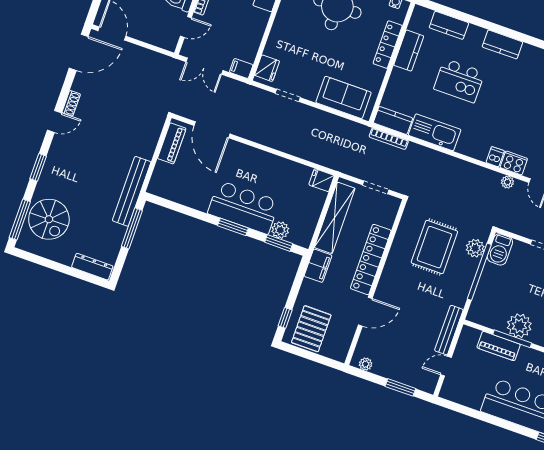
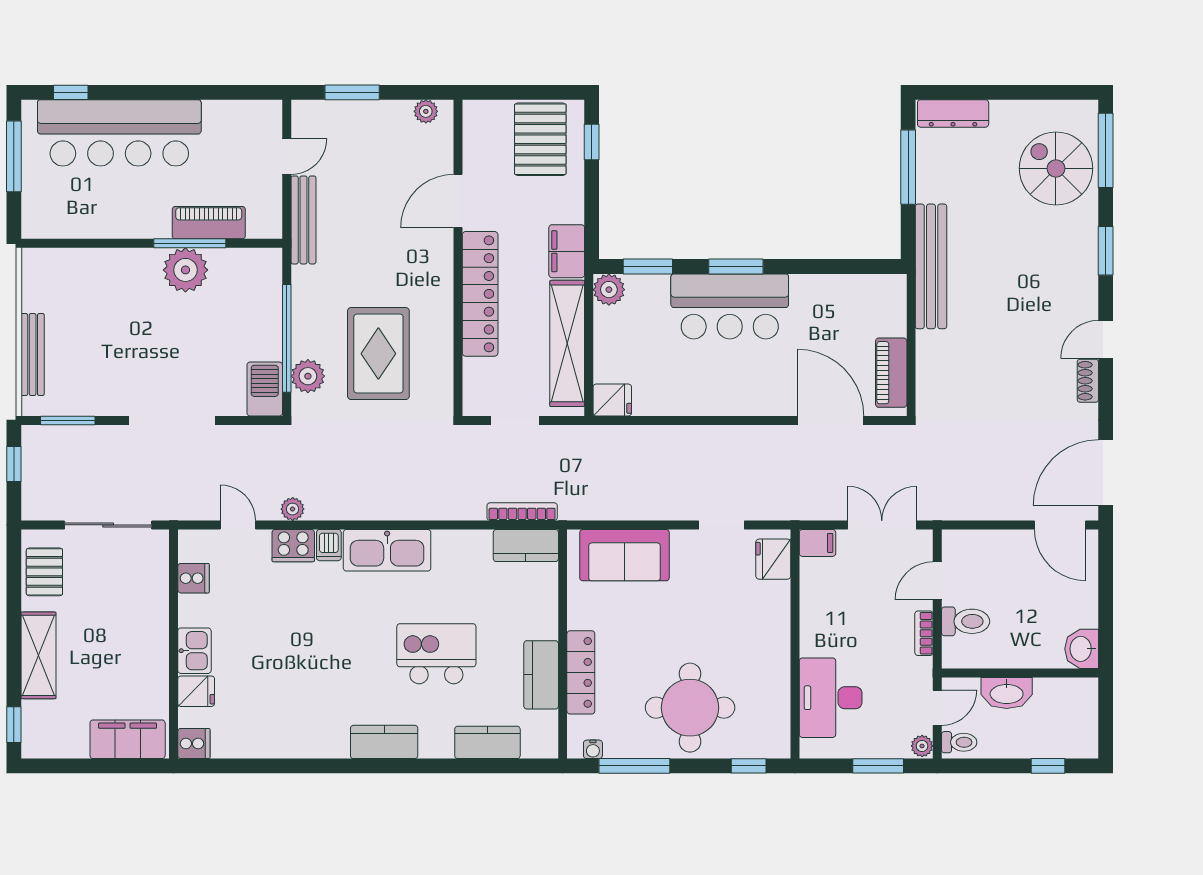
kitchen sink: (435, 132) -> (387, 550), moved
window: (132, 228) -> (908, 167), moved
plant: (280, 230) -> (609, 290), moved

